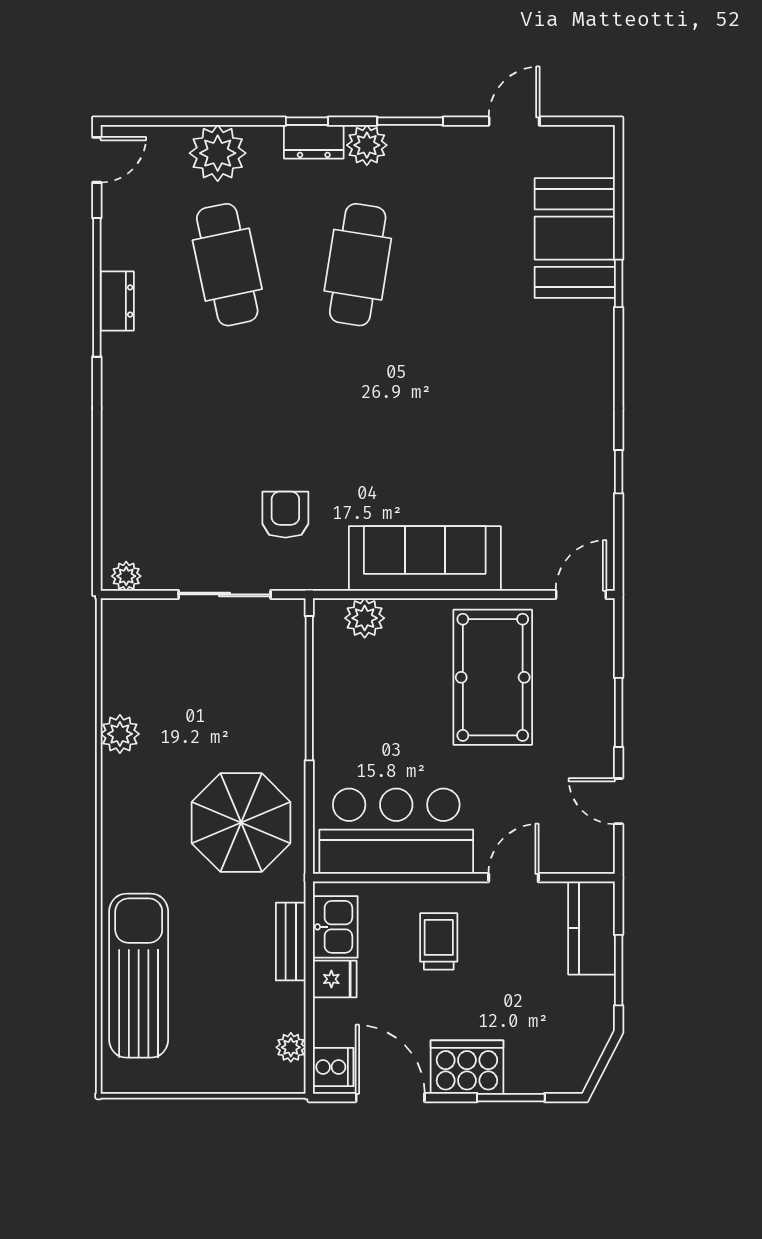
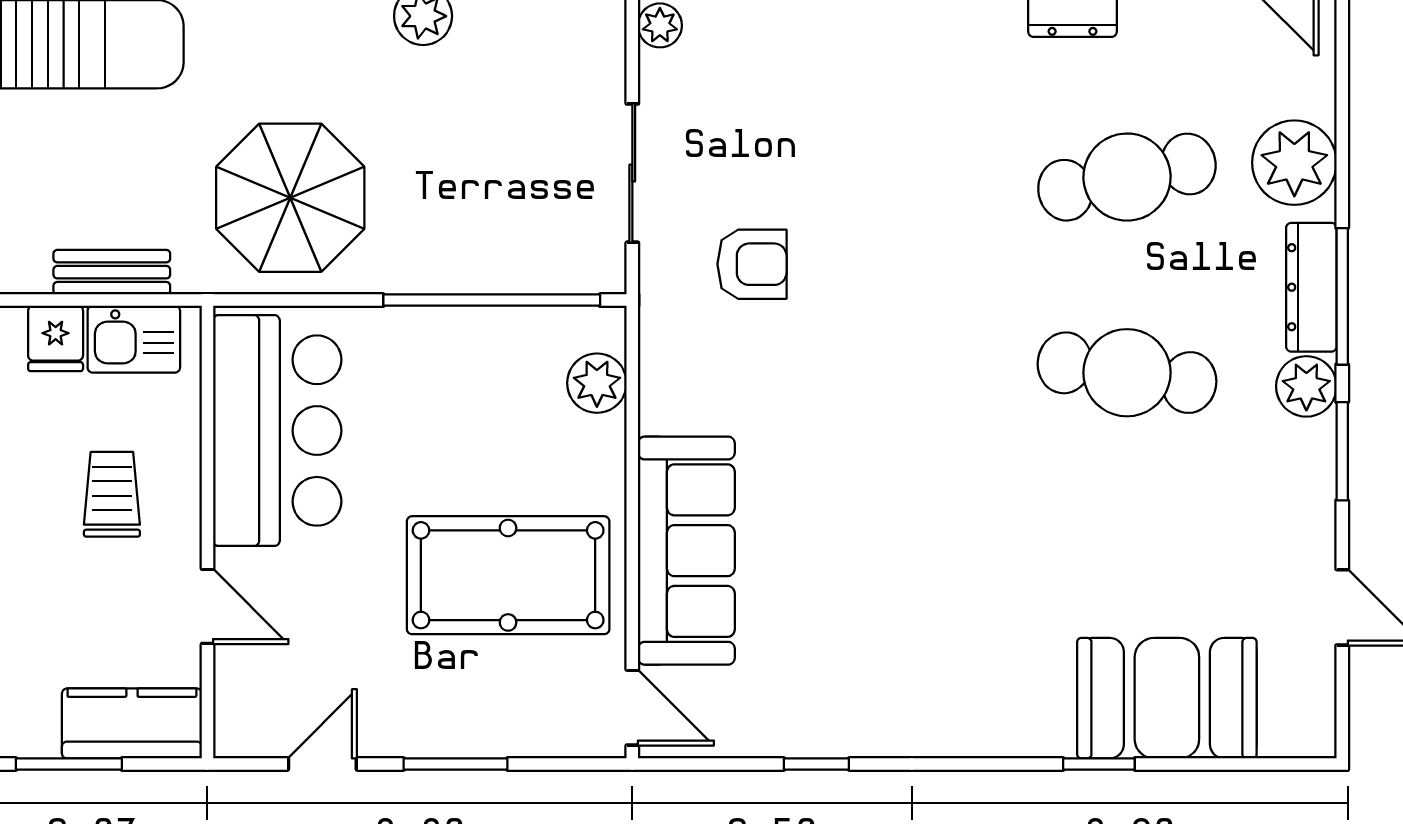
window: (307, 121) -> (1342, 296), width x2.17
dresser: (314, 142) -> (1311, 287), width x1.44
sofa: (425, 558) -> (686, 551), moved
trolley: (439, 941) -> (112, 494), turned -90

